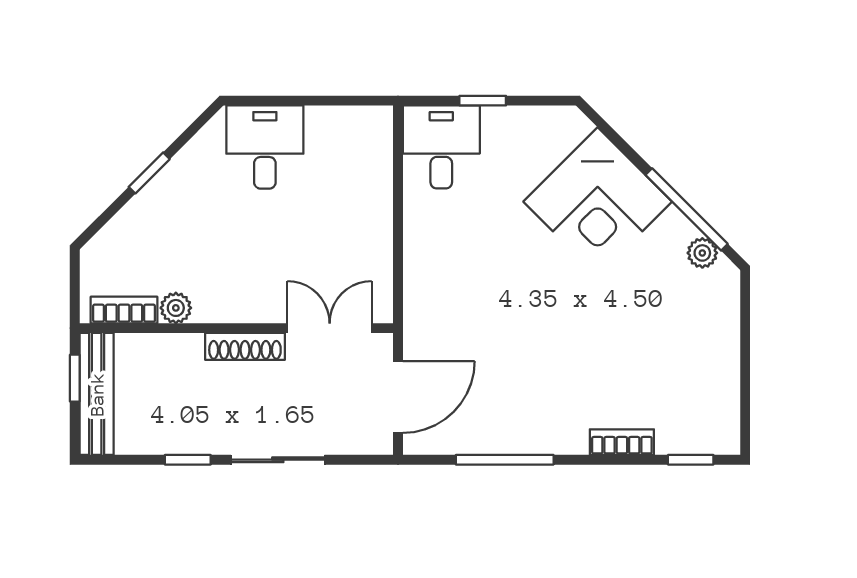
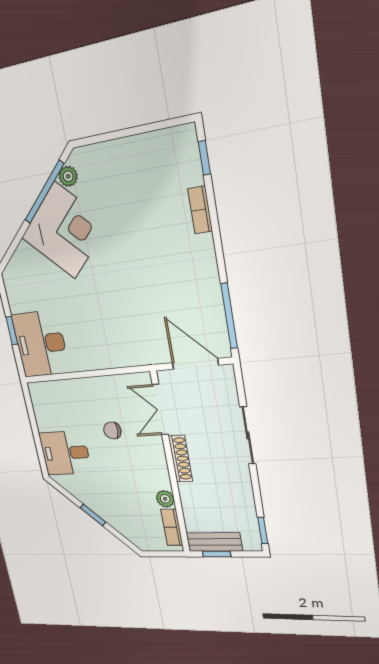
desk: (441, 147) -> (41, 344), width x1.37
corner desk: (598, 202) -> (65, 231), moved
chair: (300, 240) -> (112, 430), added
bench: (97, 394) -> (214, 542), width x0.73
window: (188, 460) -> (263, 530), moved
window: (505, 460) -> (229, 316), moved

